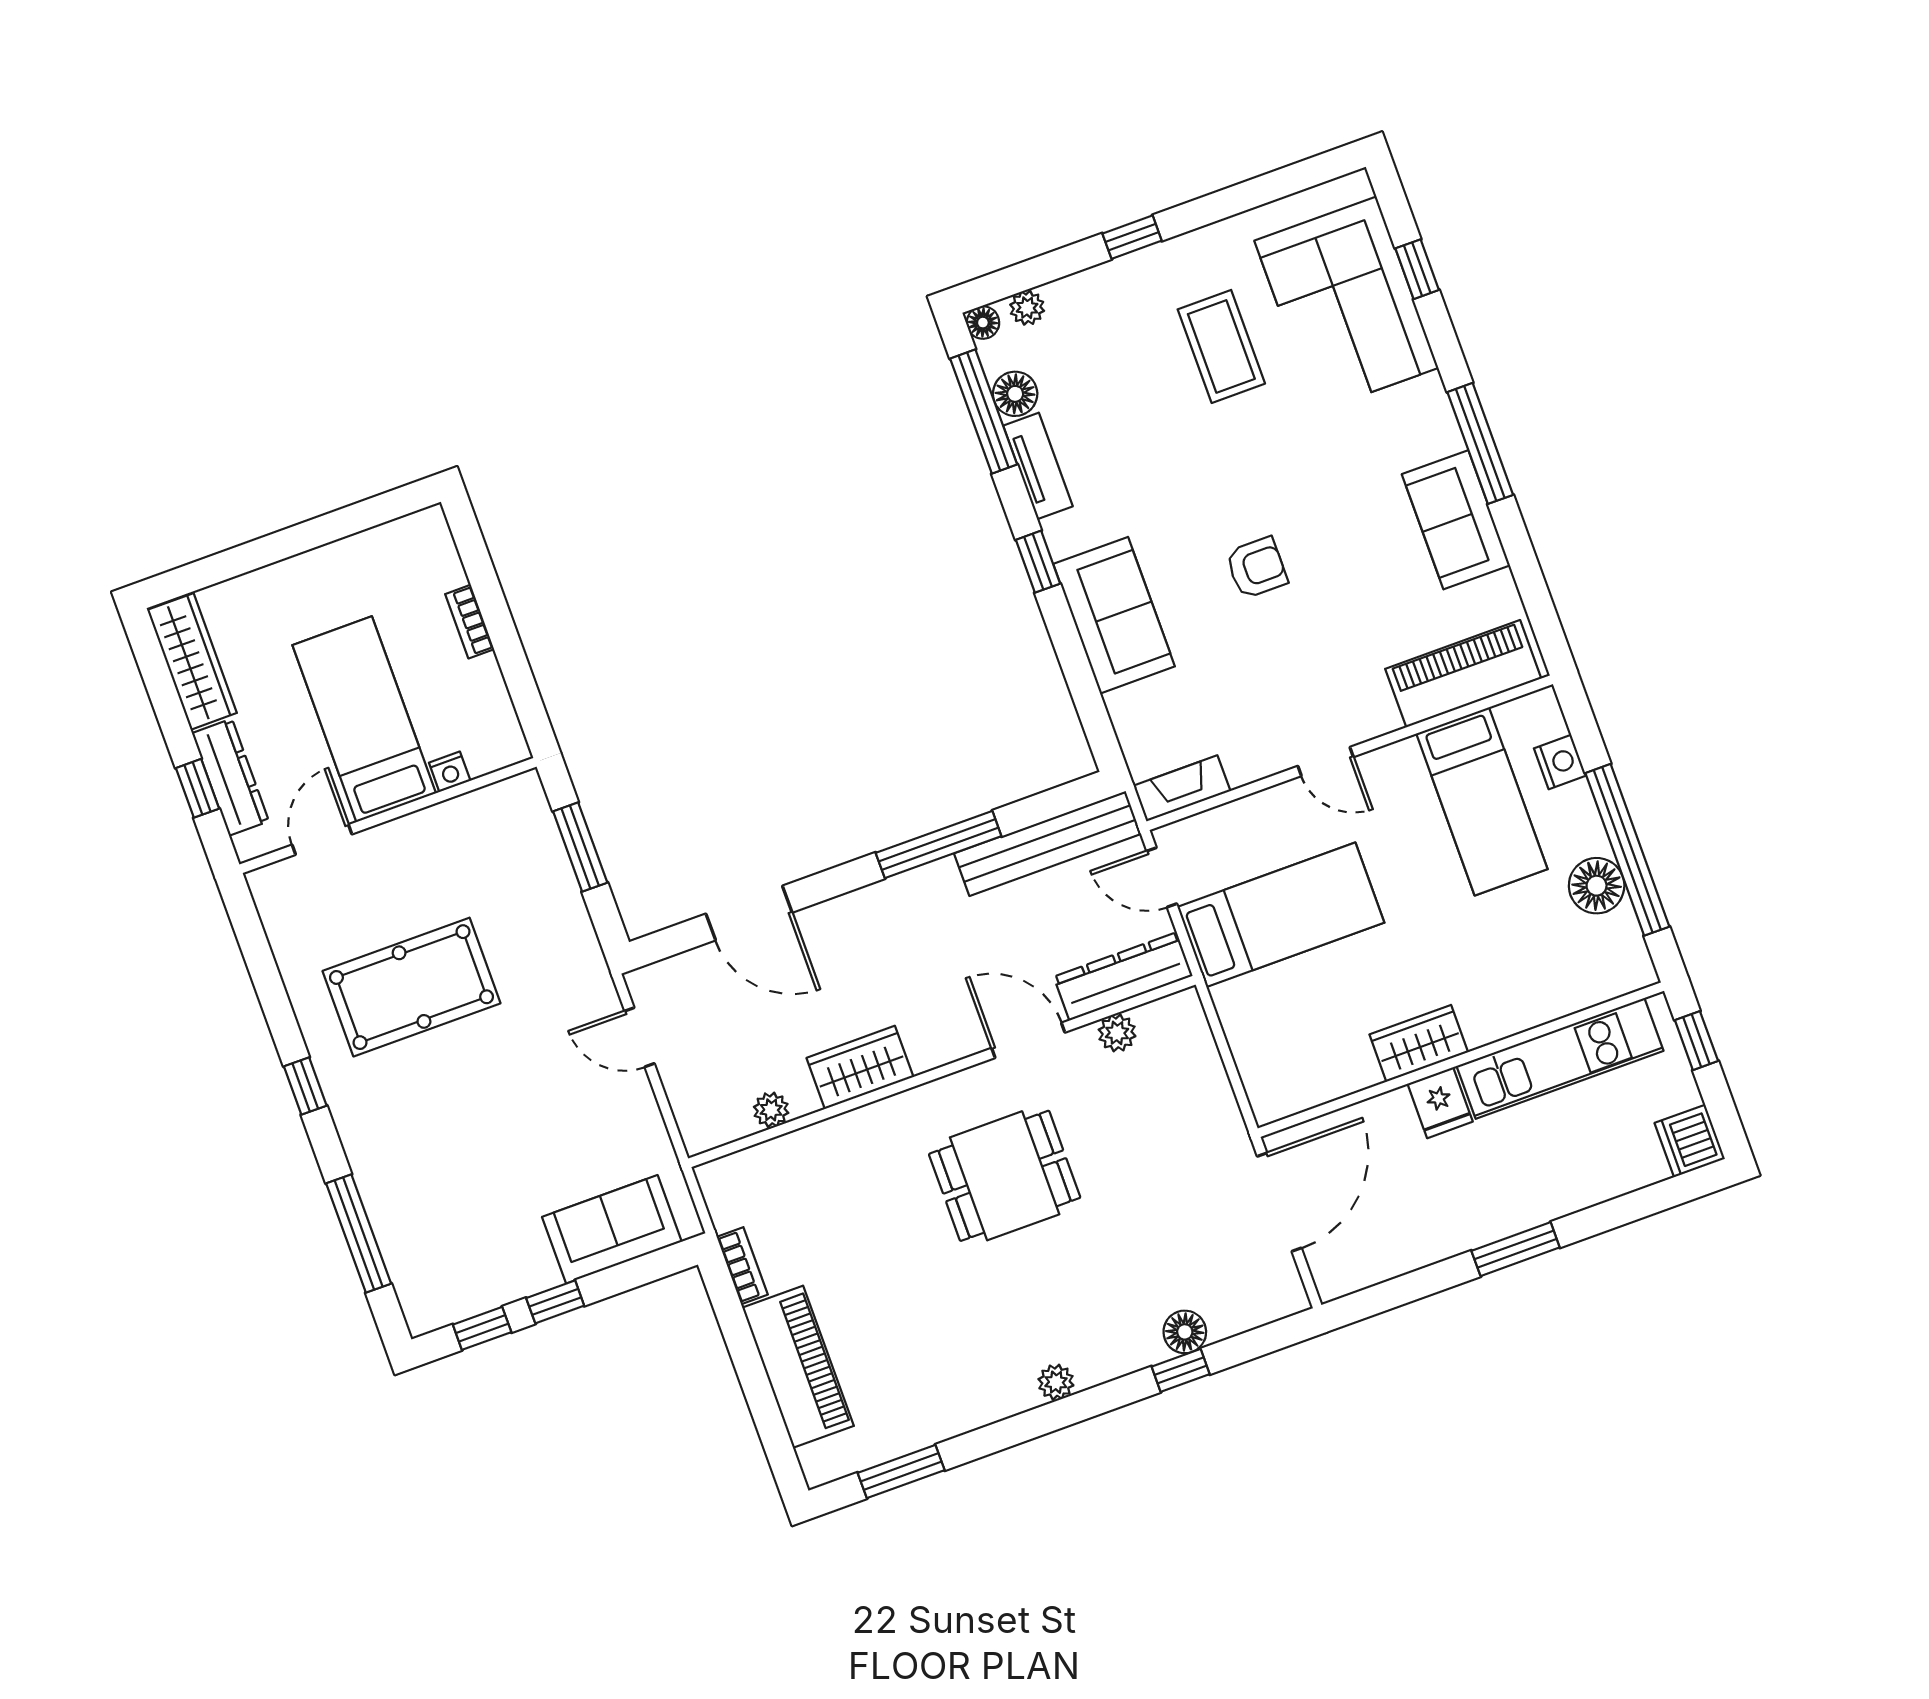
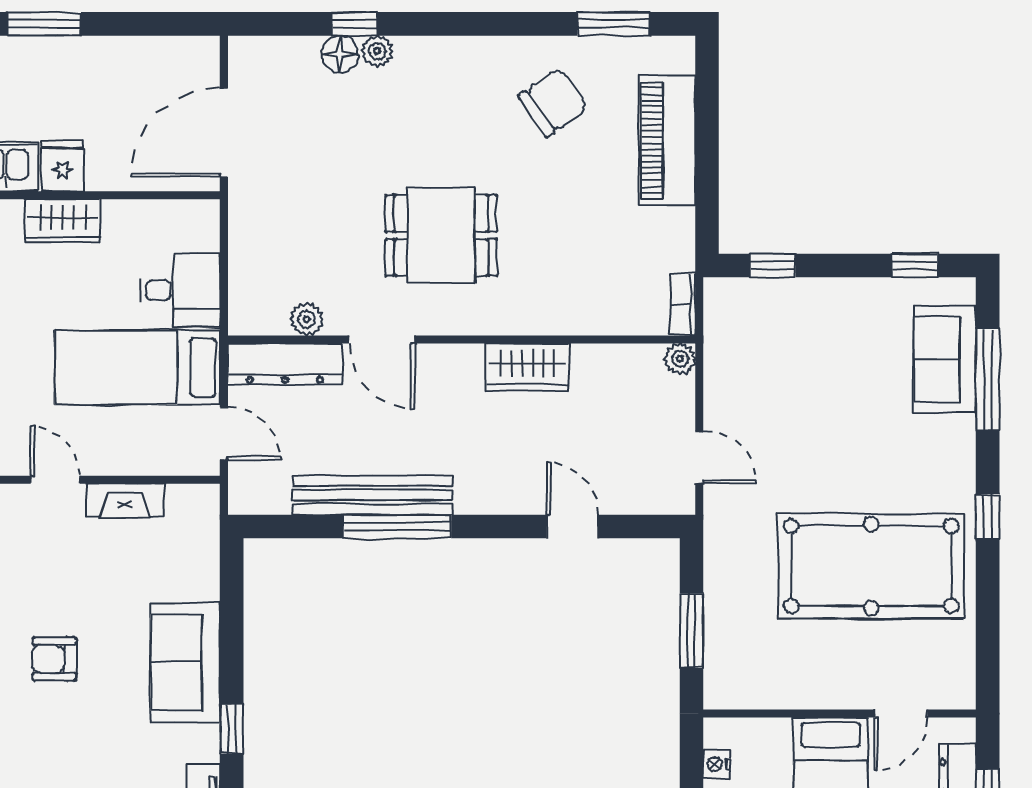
nightstand: (450, 772) -> (717, 764), moved, turned -90
fireplace: (1182, 788) -> (125, 500), moved
bench: (1048, 844) -> (373, 495), moved
door: (749, 913) -> (573, 527), width x0.73
pool table: (412, 987) -> (871, 566), width x1.36, depth x1.32
desk: (1265, 1015) -> (180, 290), added
plant: (771, 1110) -> (680, 359), moved
sofa: (612, 1229) -> (945, 359), moved, turned 90
bookcase: (742, 1266) -> (683, 304), moved
window: (555, 1302) -> (773, 265), moved
chair: (936, 1363) -> (553, 102), added
plant: (1056, 1382) -> (377, 51), moved

